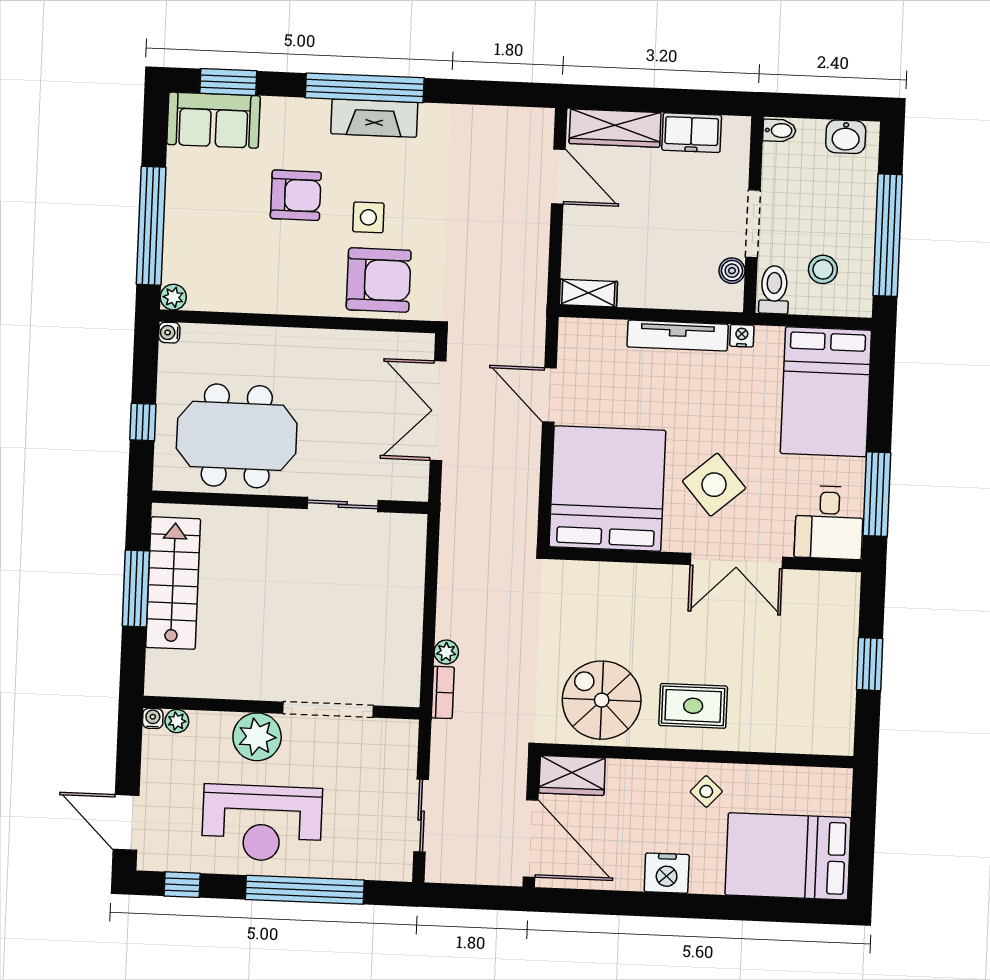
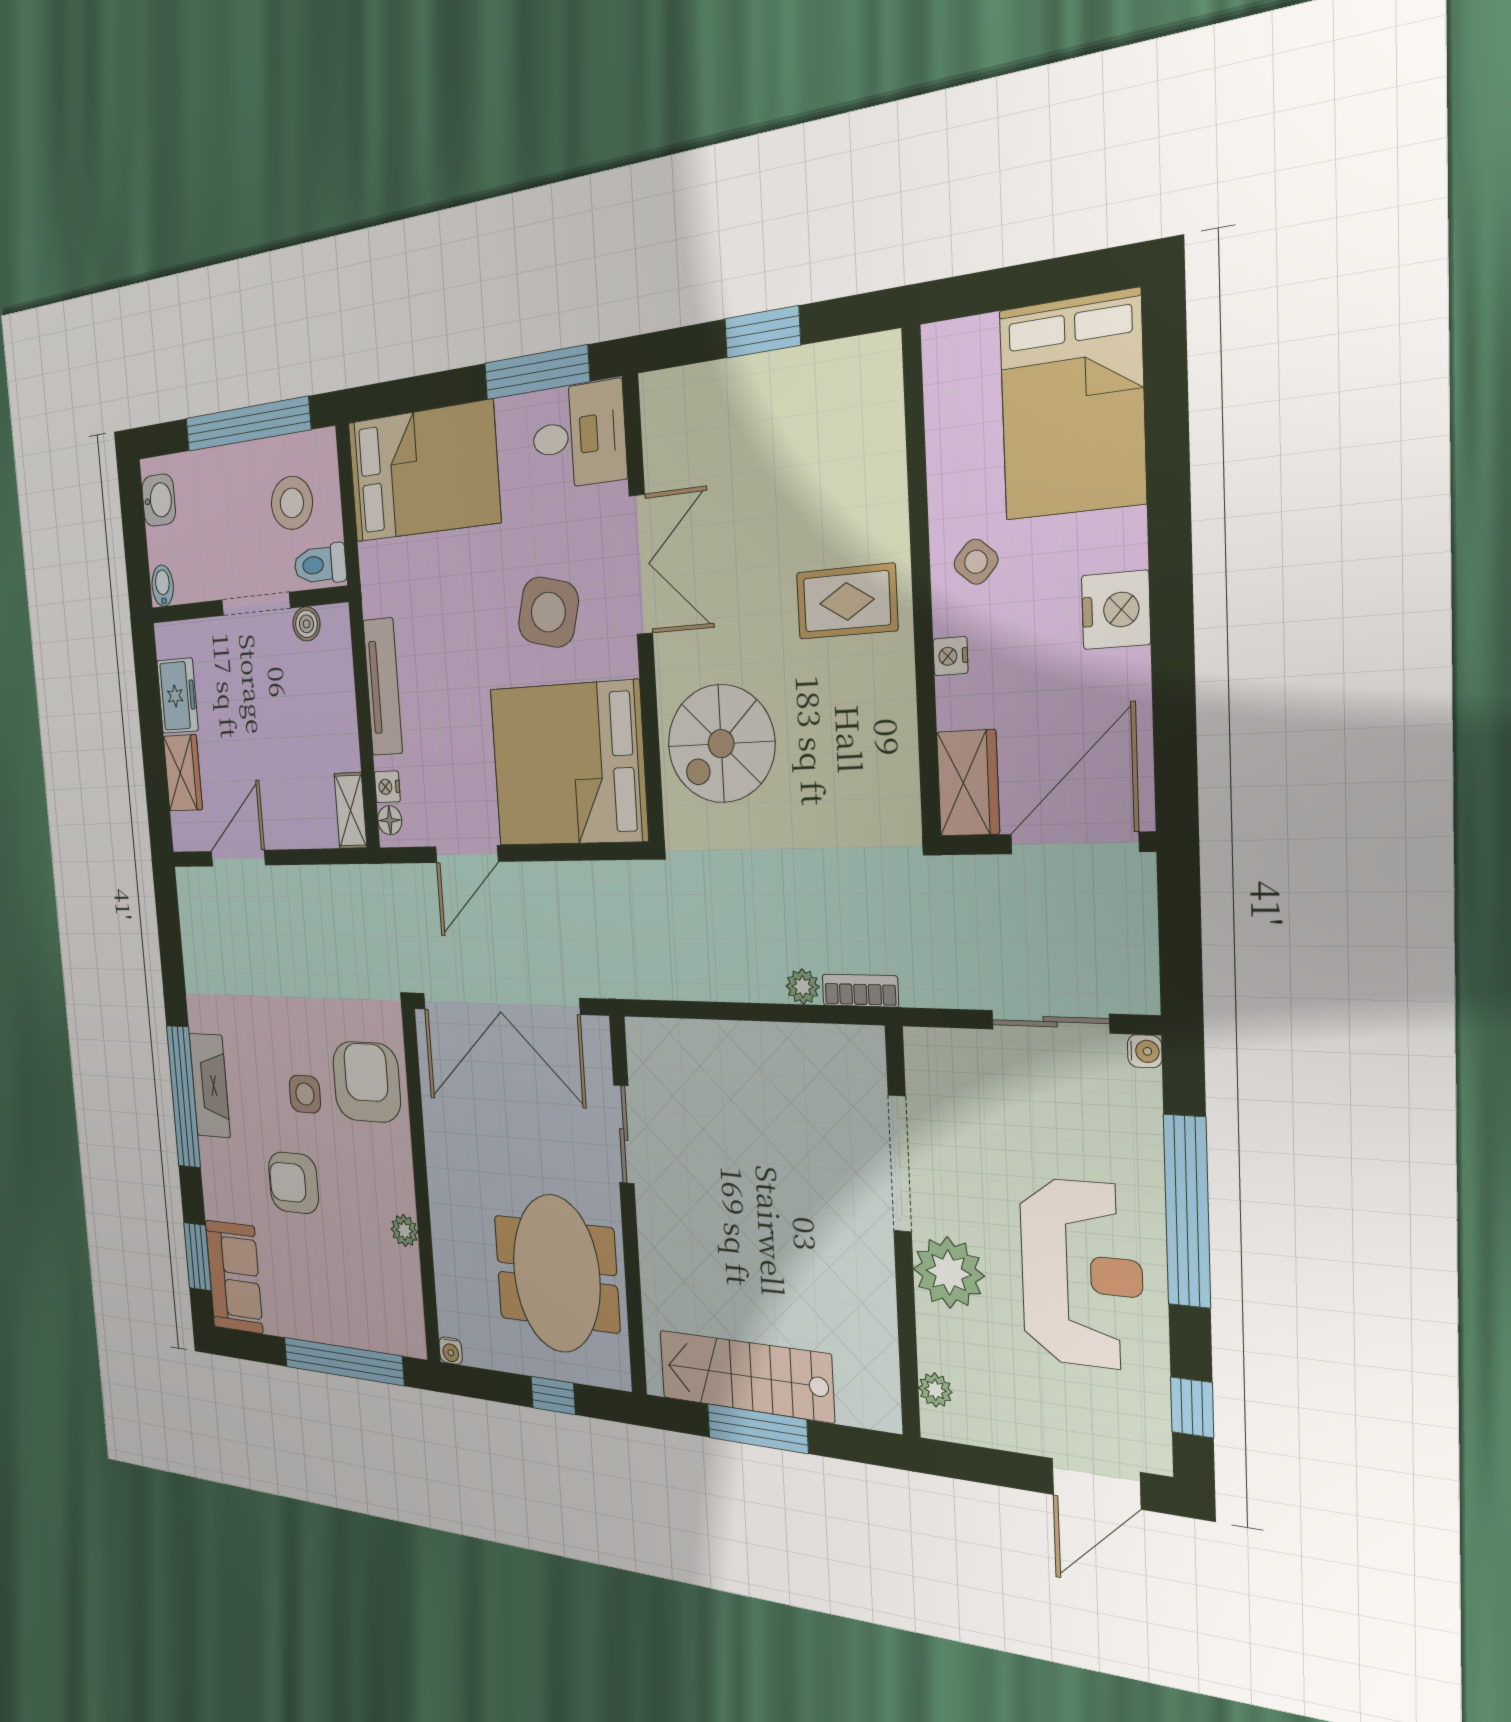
wardrobe: (615, 128) -> (183, 773), width x0.67
armchair: (296, 195) -> (293, 1183), turned -90
stool: (823, 269) -> (292, 503), width x1.38, depth x1.38
plant: (173, 297) -> (404, 1231), moved
floor lamp: (579, 329) -> (390, 820), added
nightstand: (742, 336) -> (387, 787), moved
double door: (438, 411) -> (500, 1004), width x1.36
side table: (714, 485) -> (548, 612), turned -35
spiral stairs: (602, 700) -> (721, 744), moved
rug: (693, 706) -> (847, 601), turned 90
water cooler: (153, 718) -> (1145, 1051), moved, turned 180
nightstand: (651, 771) -> (951, 656), added

